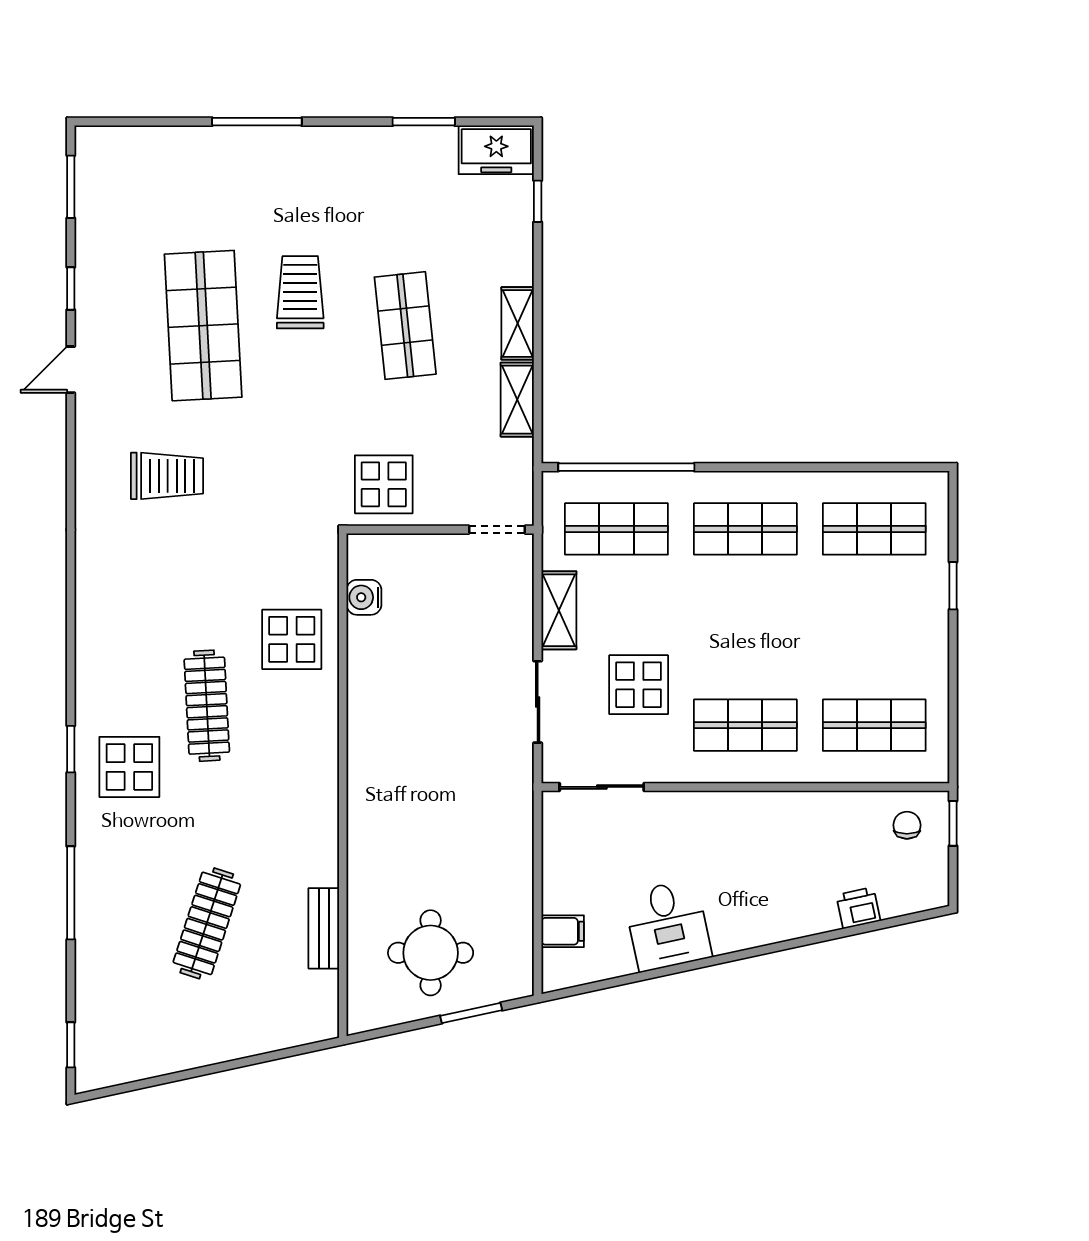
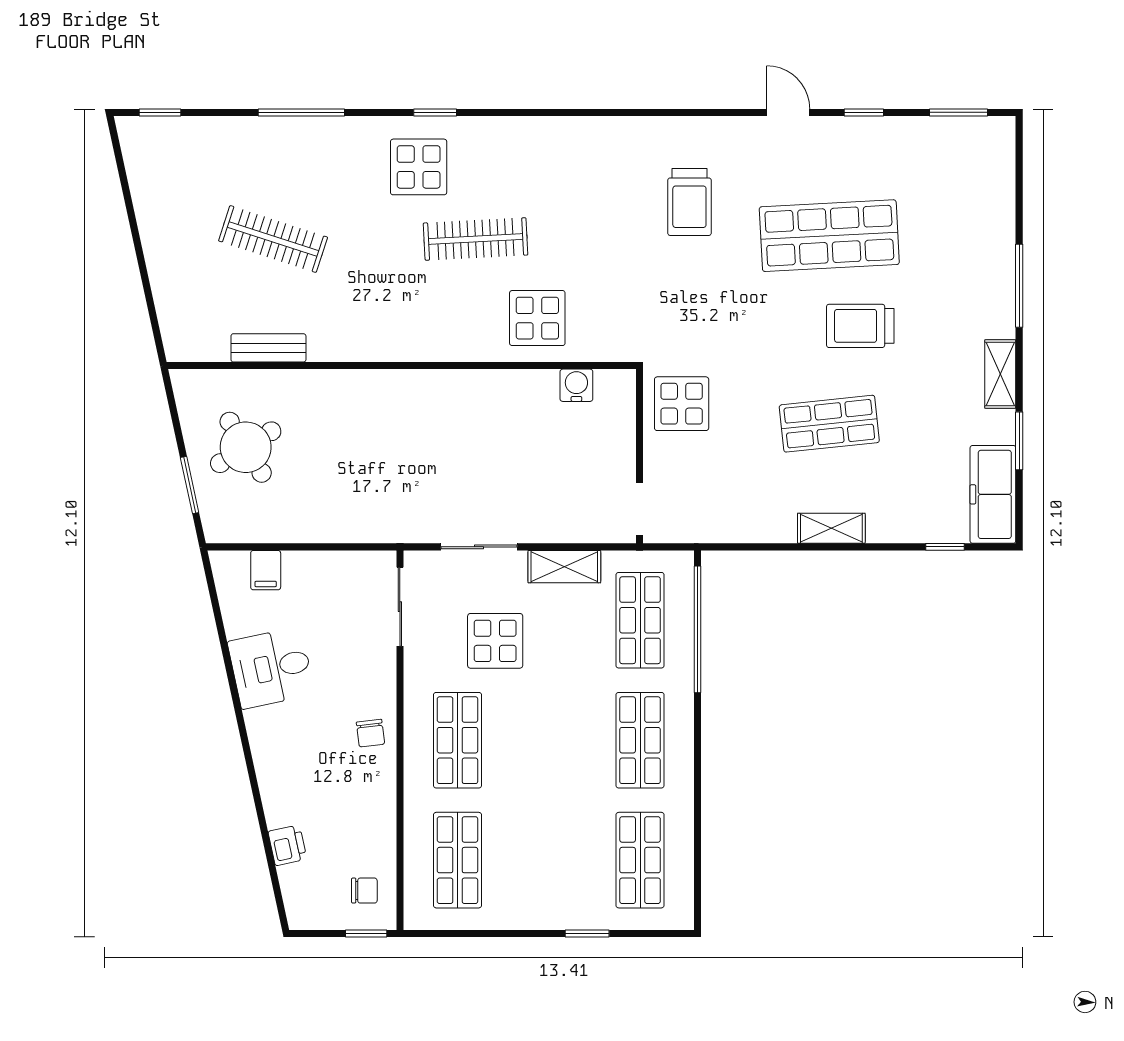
freezer: (496, 150) -> (993, 494), width x1.40
trolley: (300, 292) -> (860, 326), turned 180
shelving: (517, 400) -> (1000, 374), moved, turned 90
chair: (738, 819) -> (370, 733), added
round table: (431, 953) -> (246, 447), turned -32

